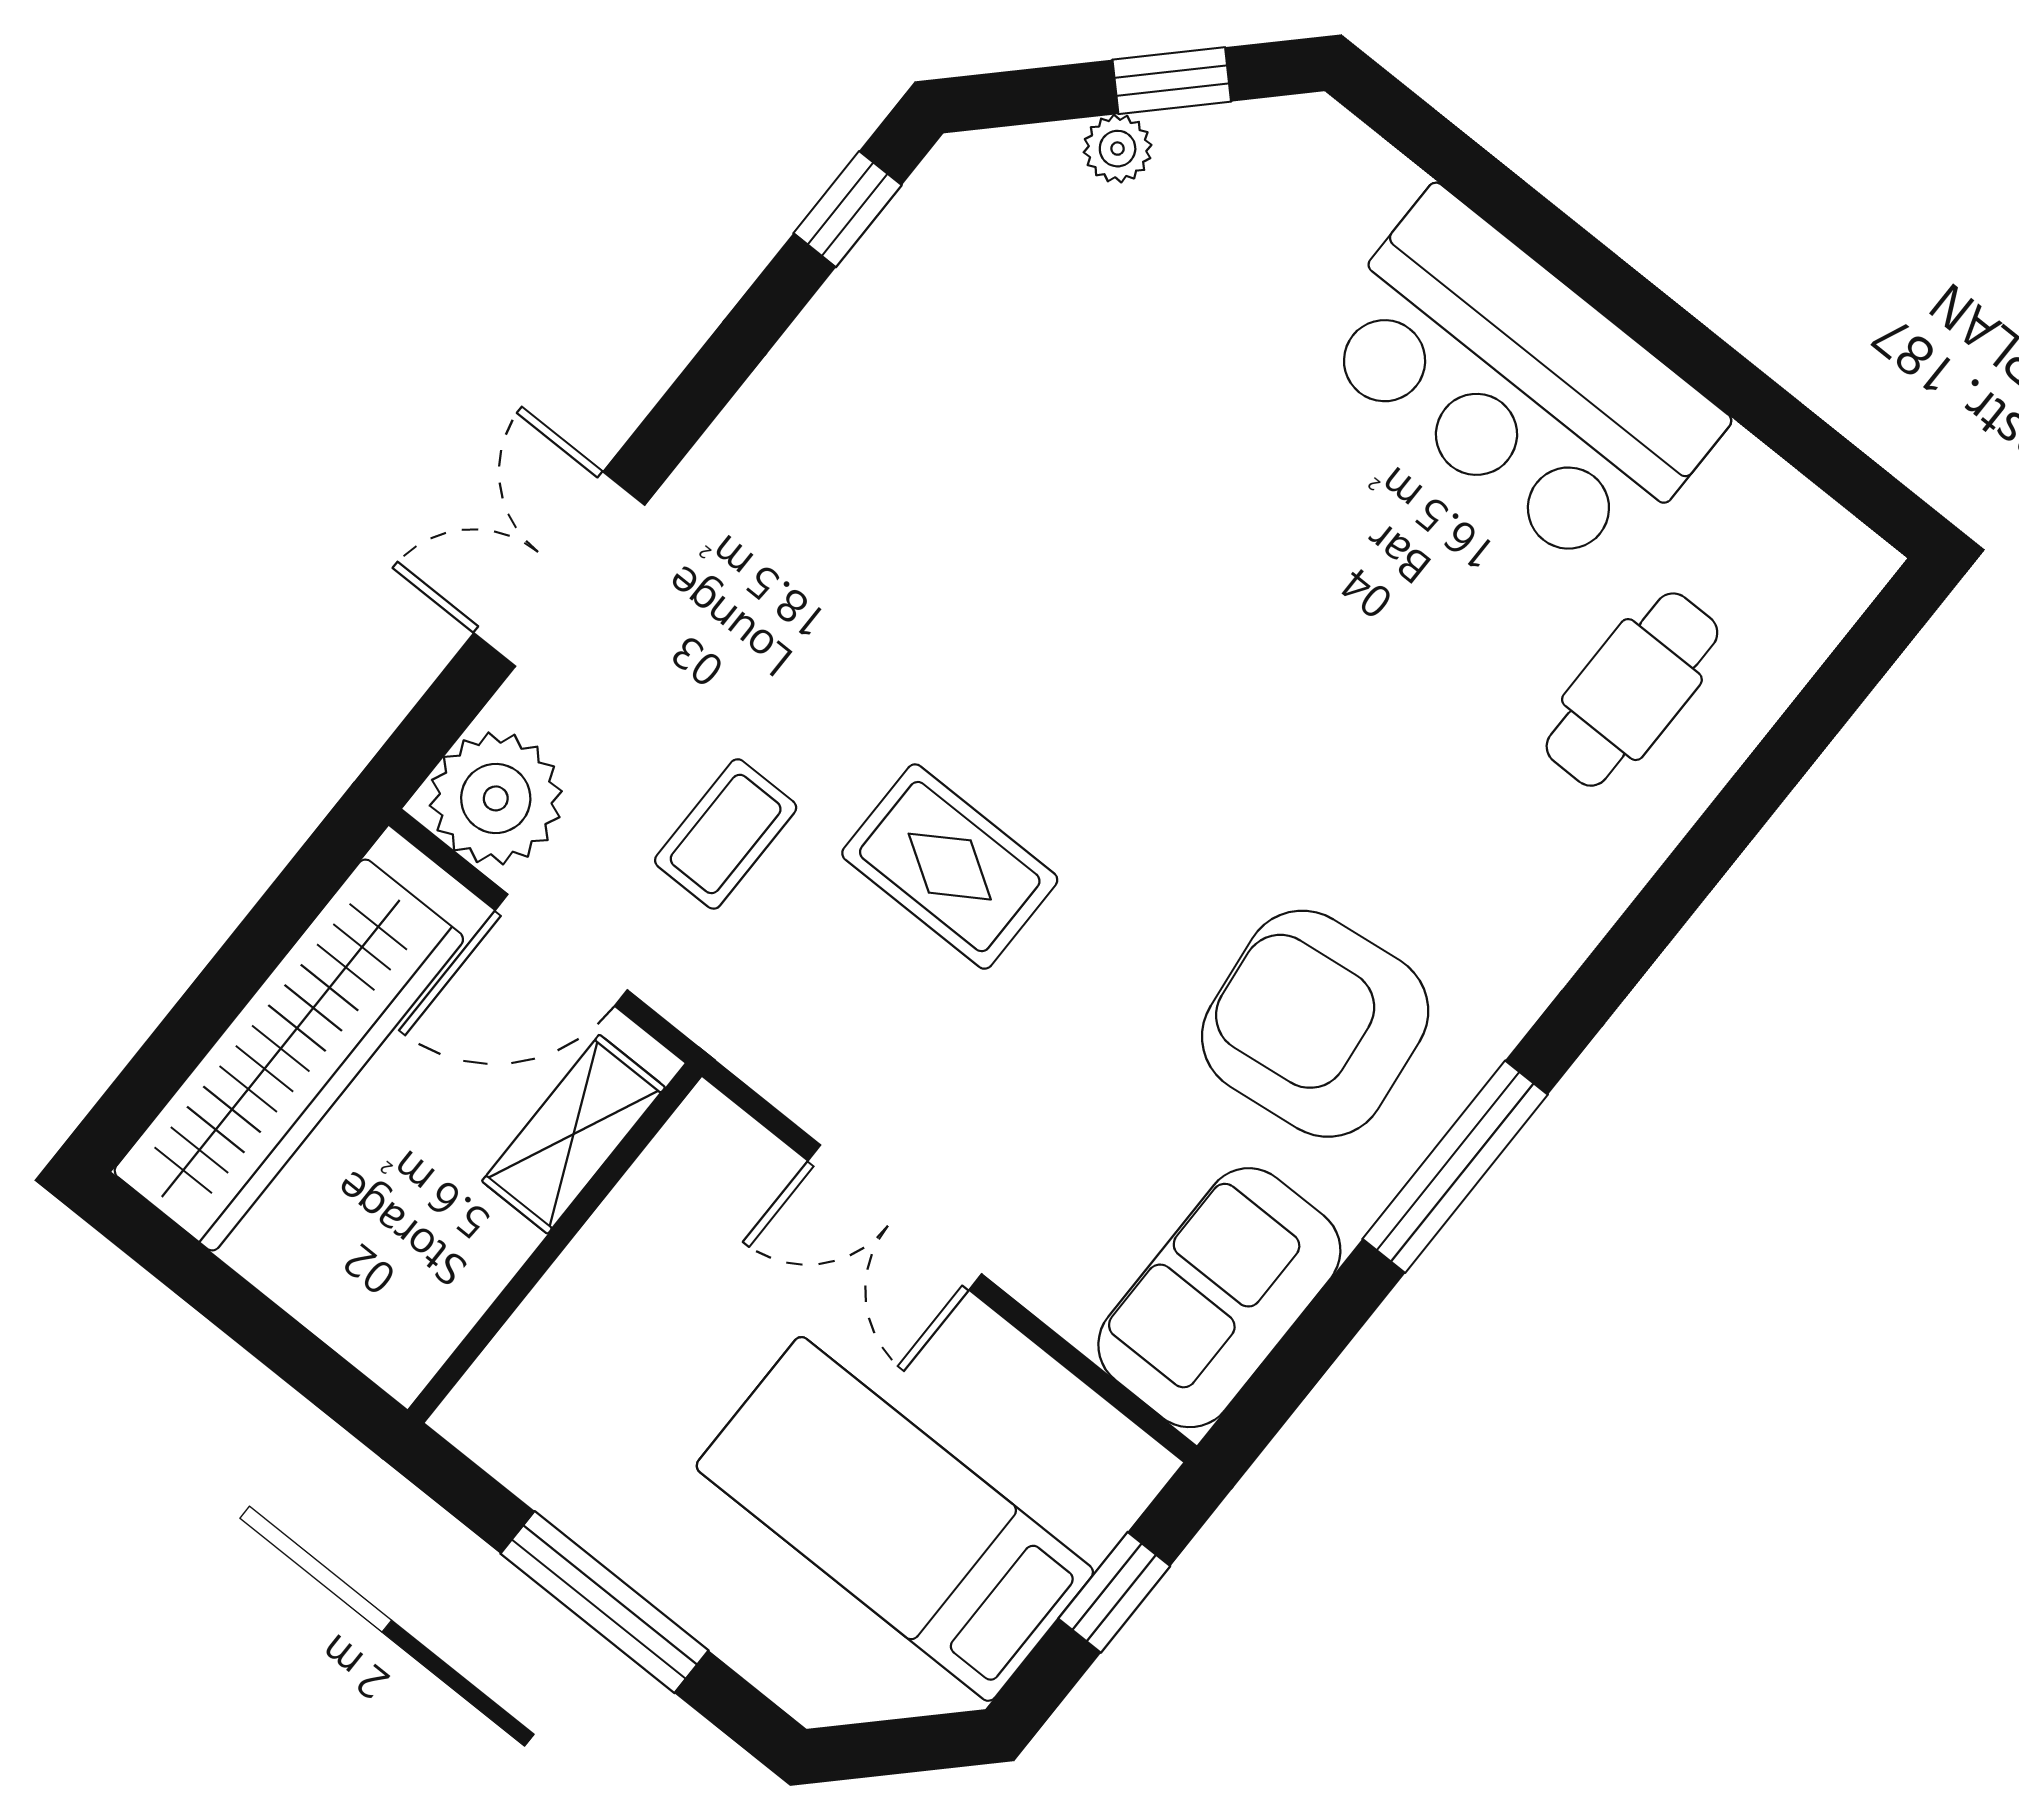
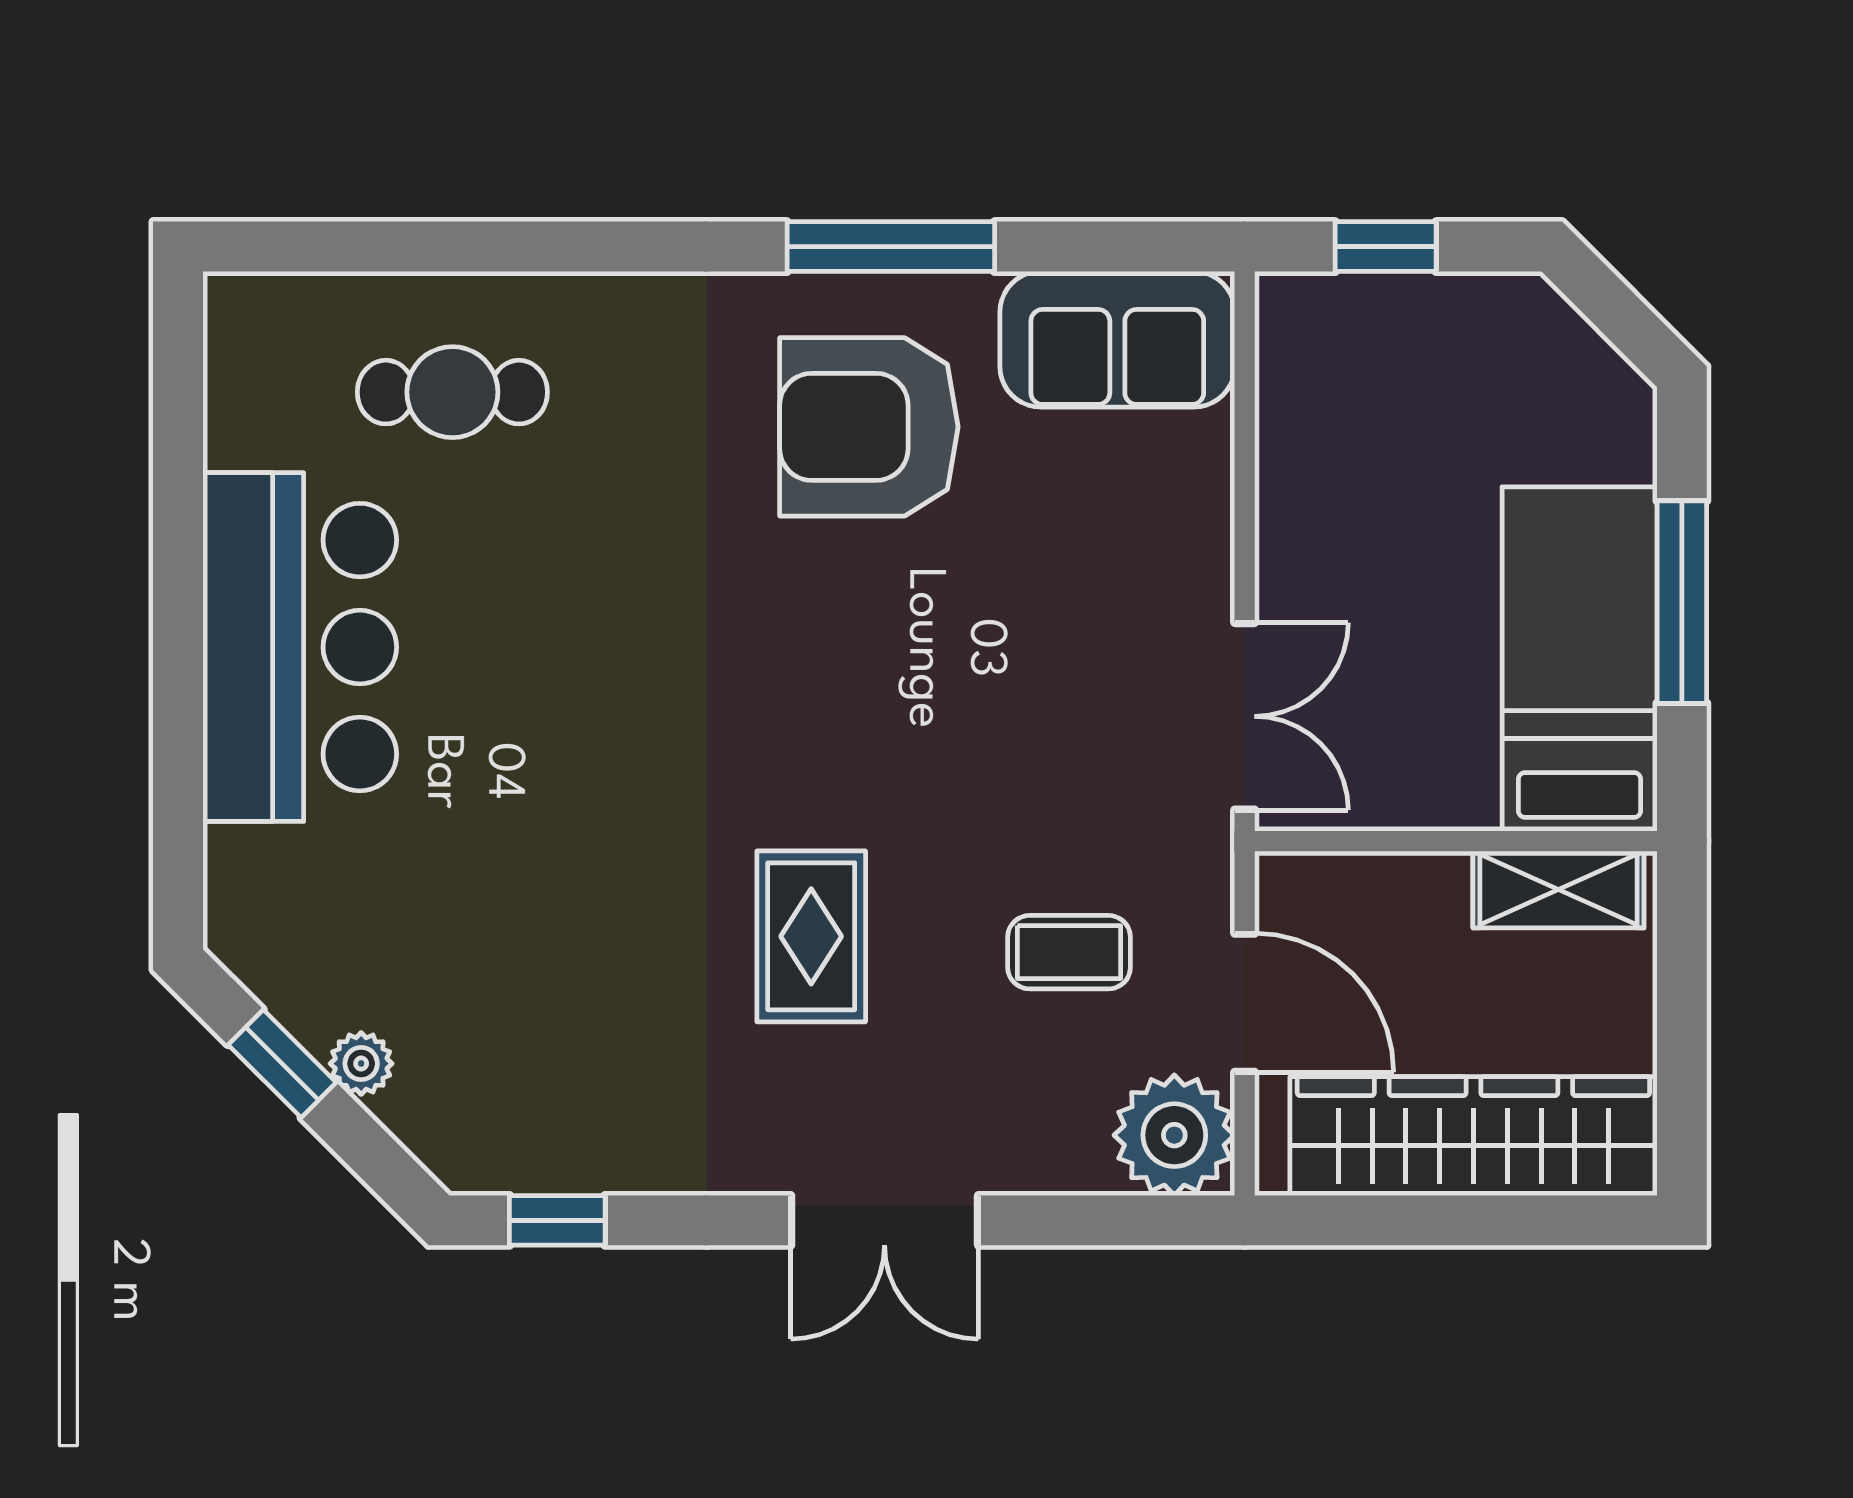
double door: (559, 569) -> (885, 1220), moved
rug: (950, 867) -> (811, 936), moved
armchair: (1315, 1024) -> (869, 427), turned 97
shelving: (573, 1134) -> (1558, 890), moved
double door: (895, 1217) -> (1245, 716), moved
bed: (895, 1519) -> (1580, 659), moved, turned 180

